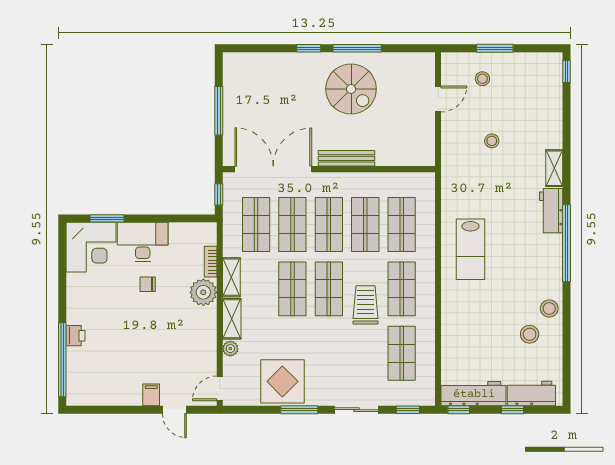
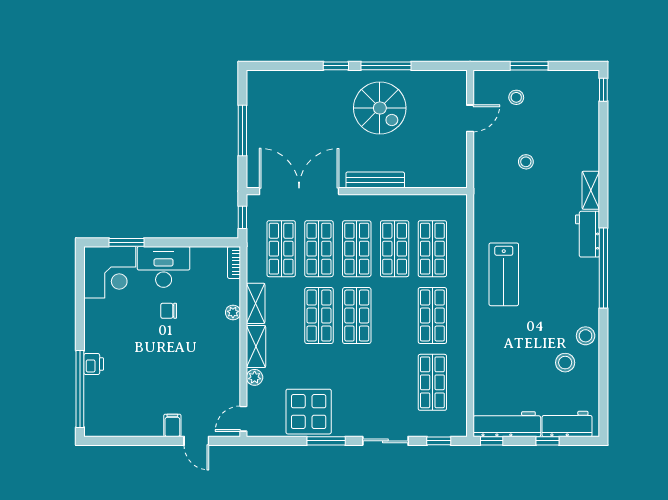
bookcase: (211, 262) -> (234, 262), moved
plant: (203, 292) -> (233, 312), width x0.53, depth x0.53
trolley: (365, 305) -> (395, 332), removed

